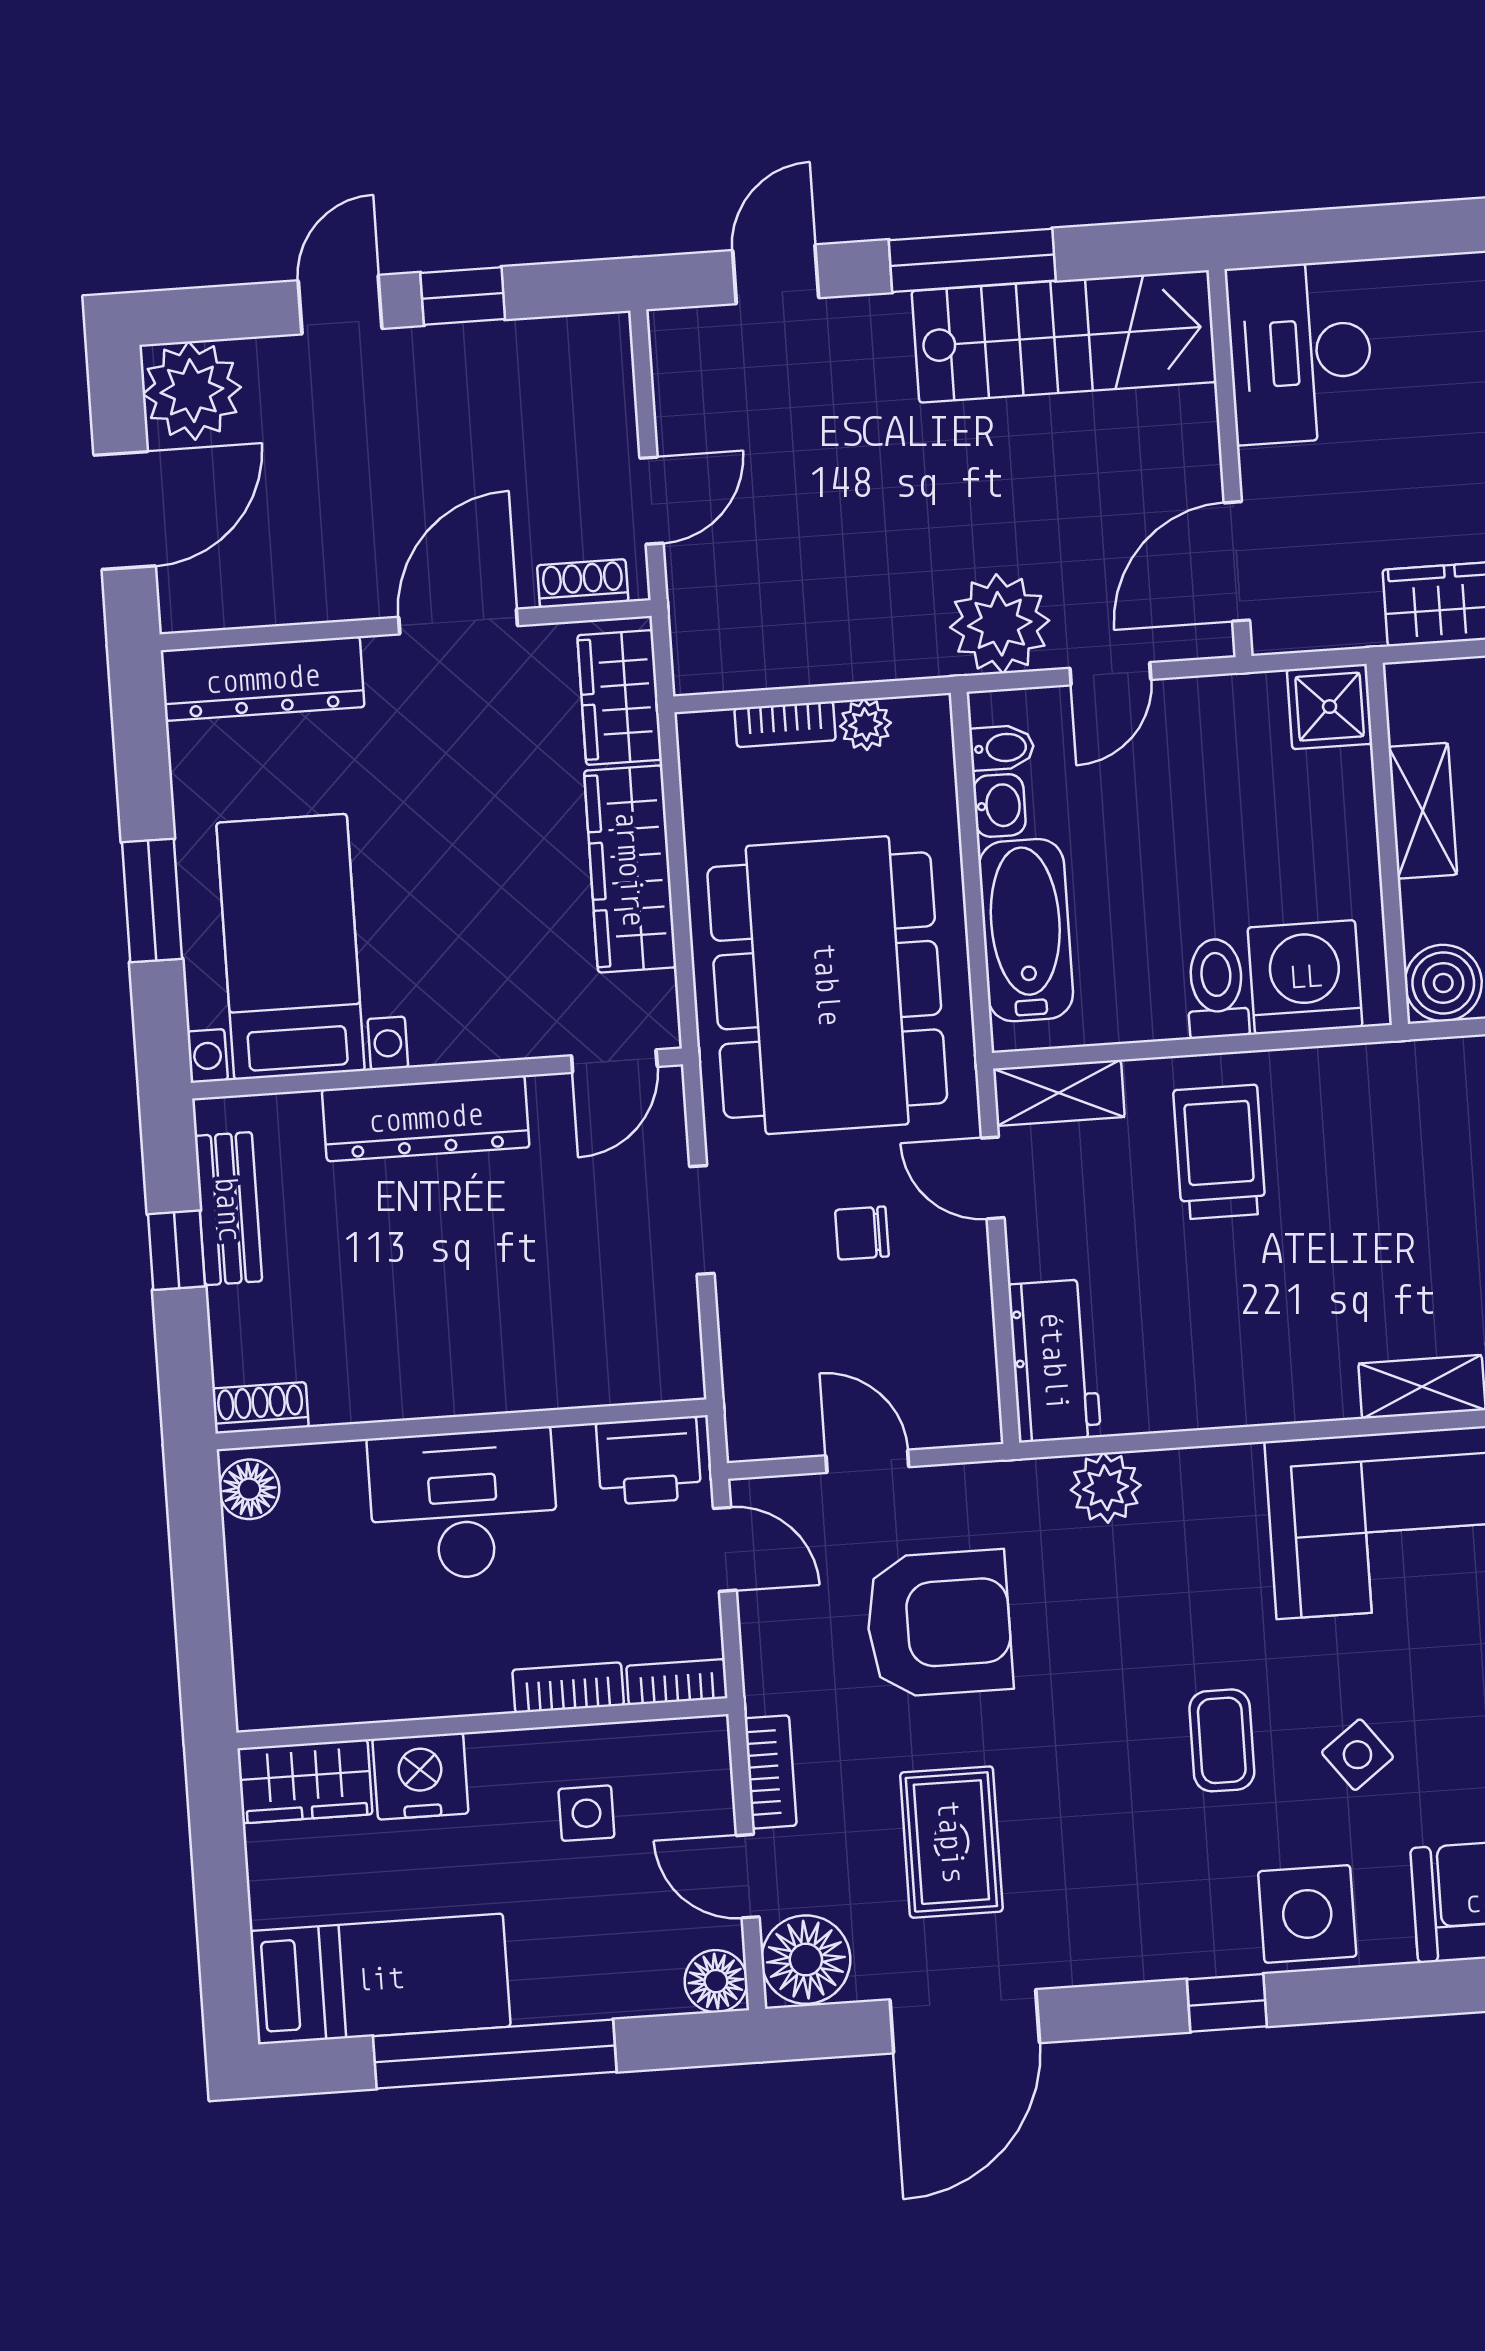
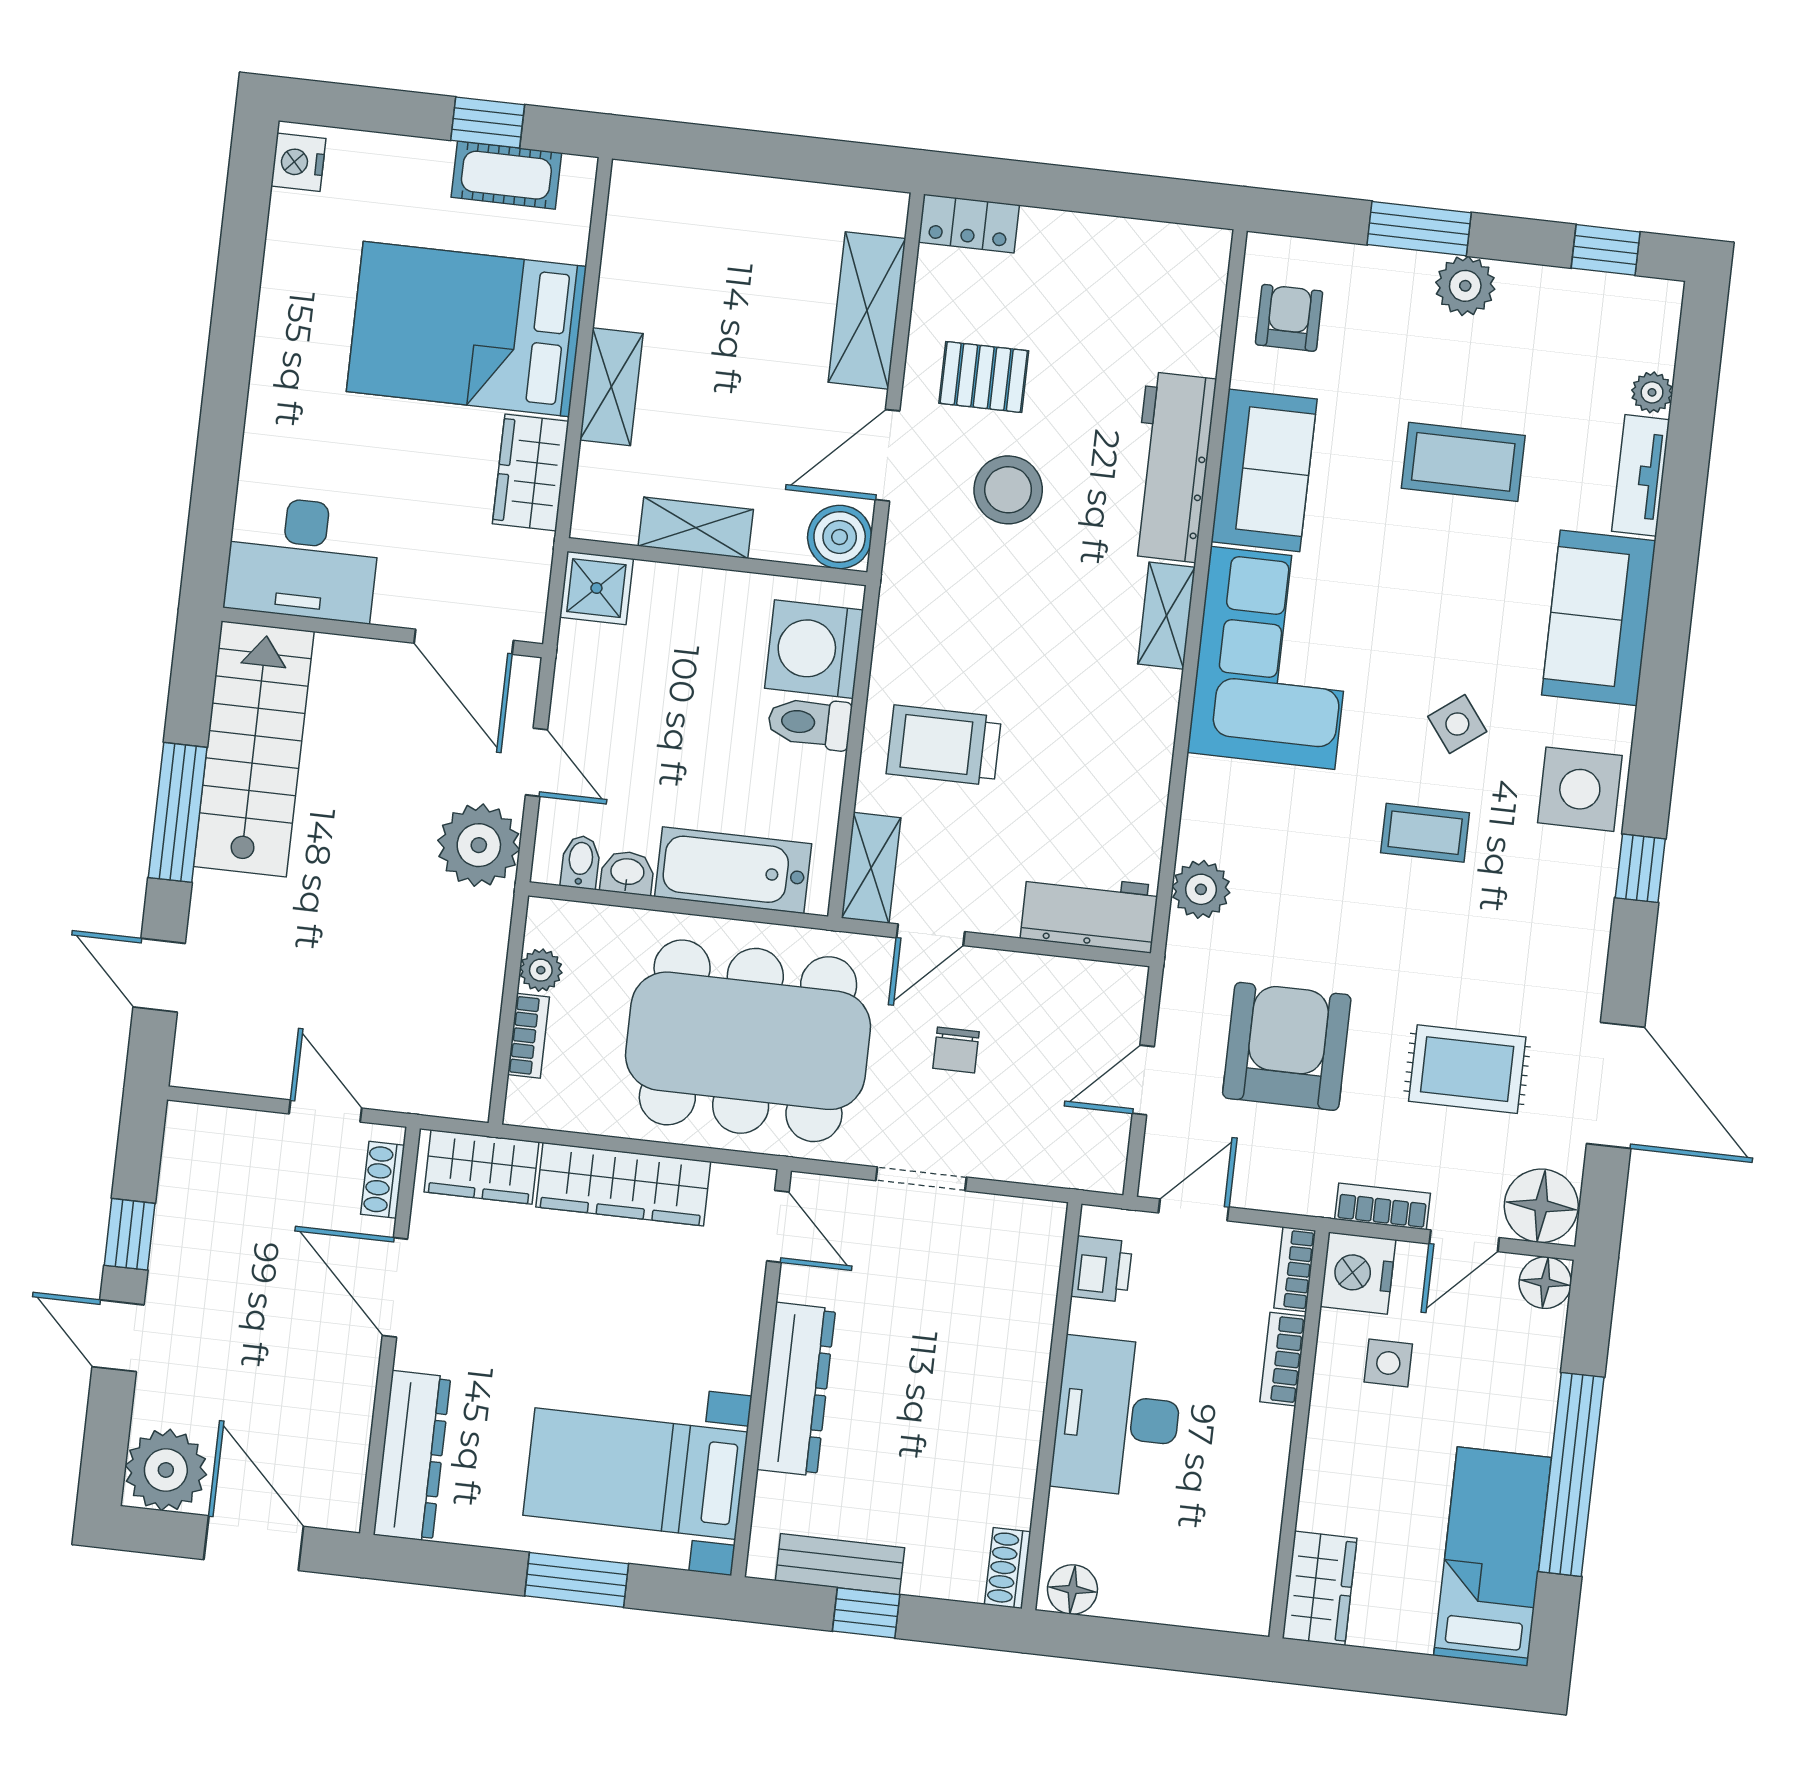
printer: (649, 1461) -> (1102, 1269), width x0.73, depth x0.81
nightstand: (420, 1776) -> (1358, 1273), moved

